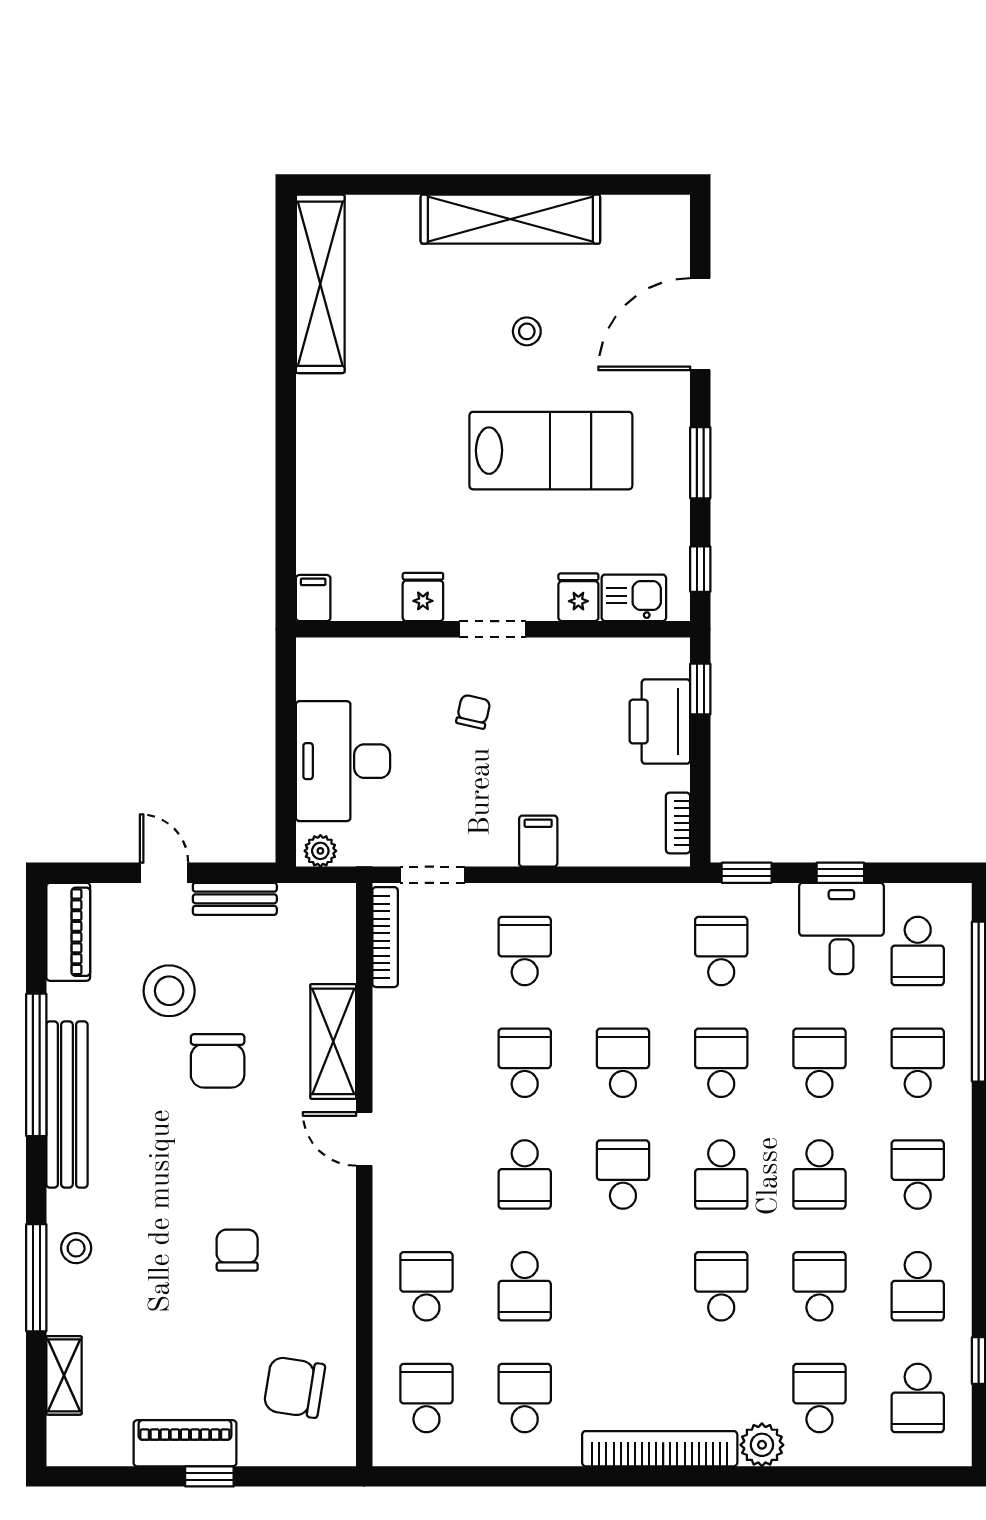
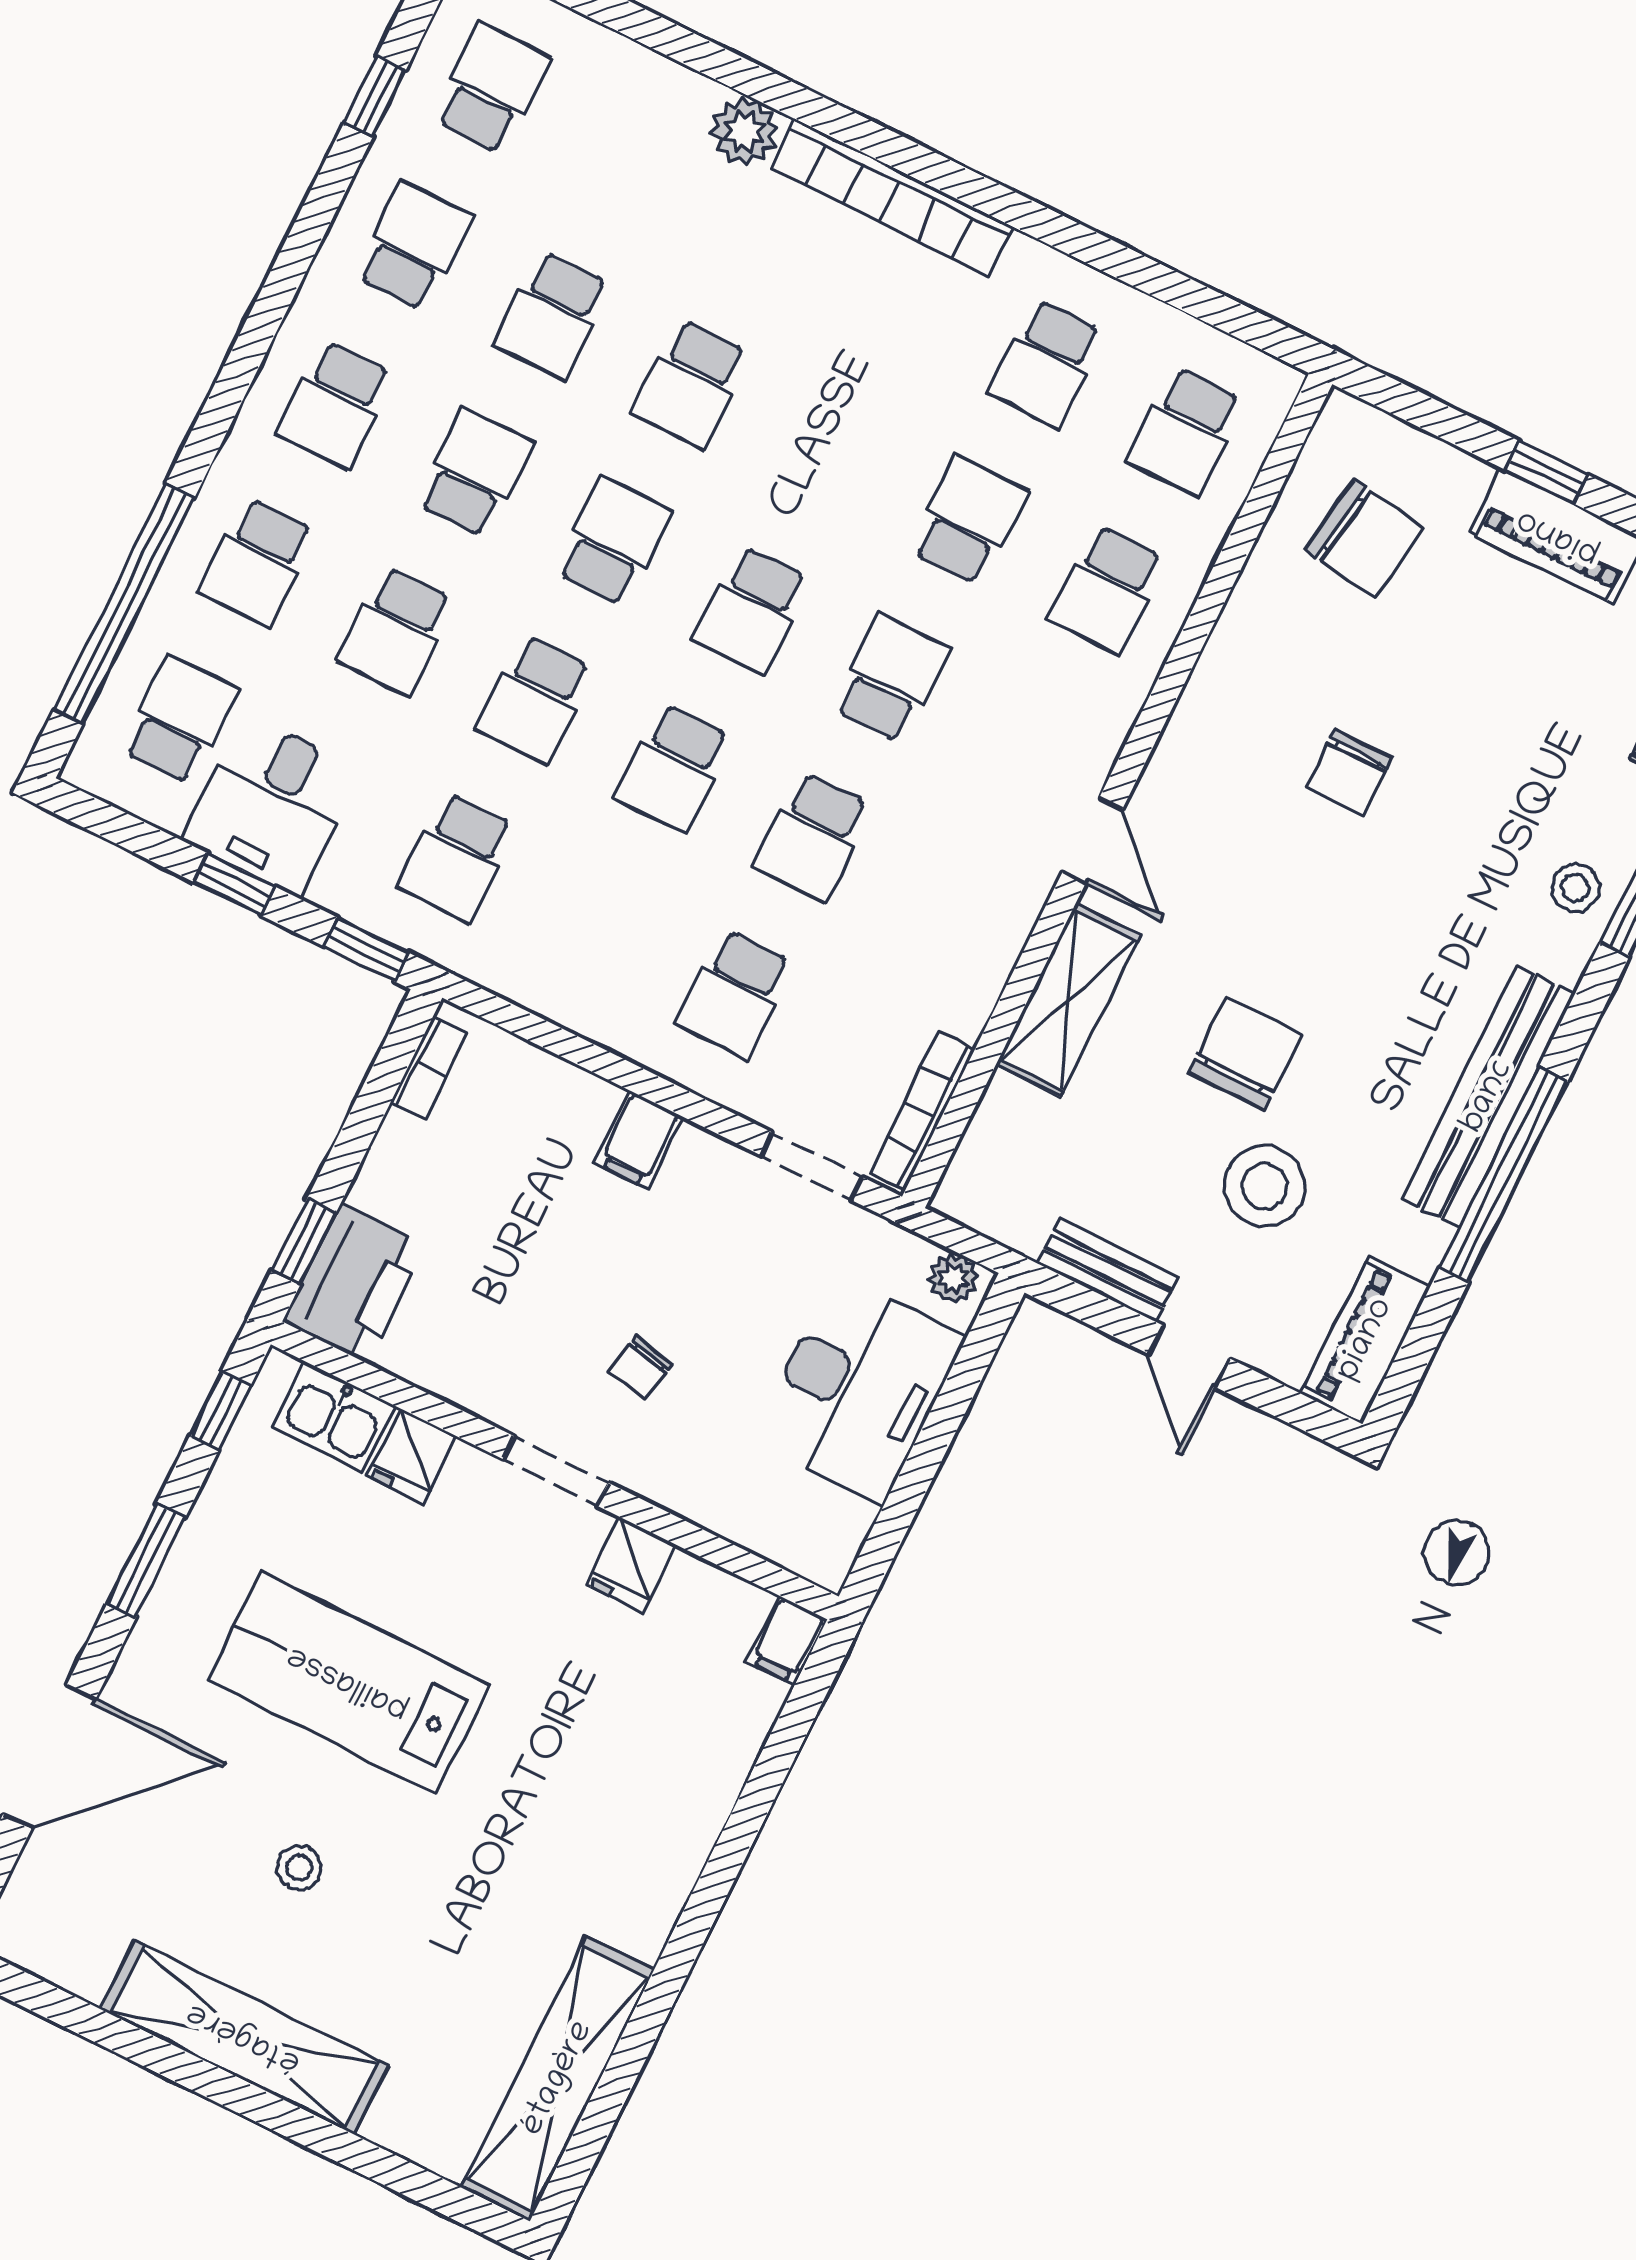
printer: (660, 722) -> (354, 1283), moved
school desk: (819, 1398) -> (630, 157), removed

